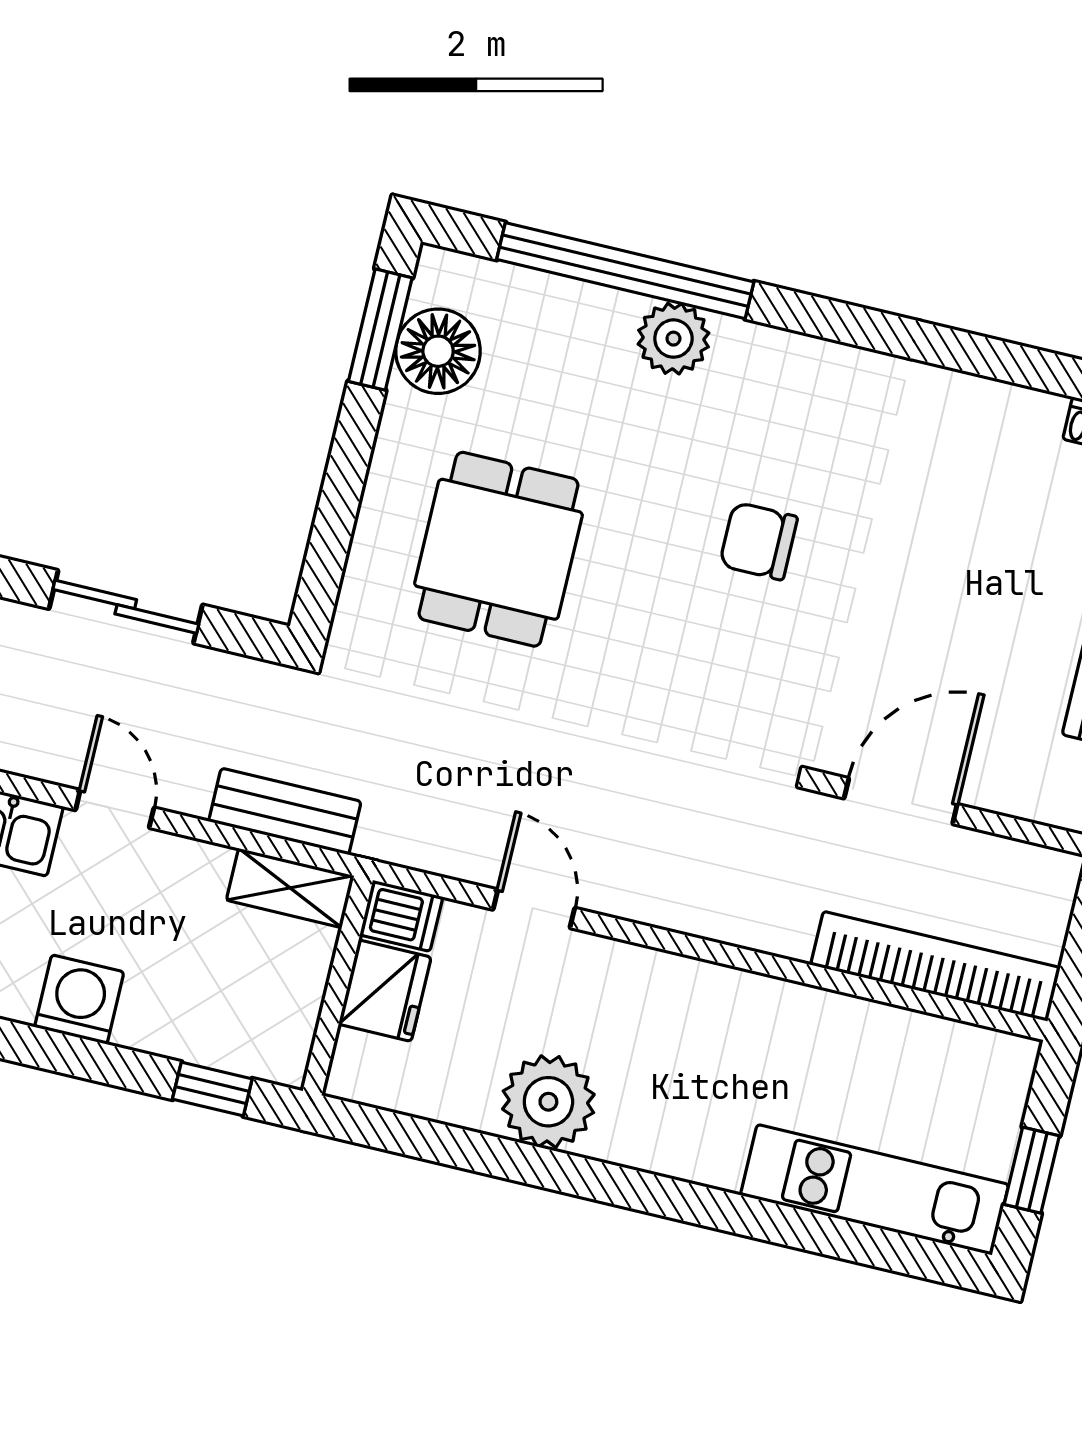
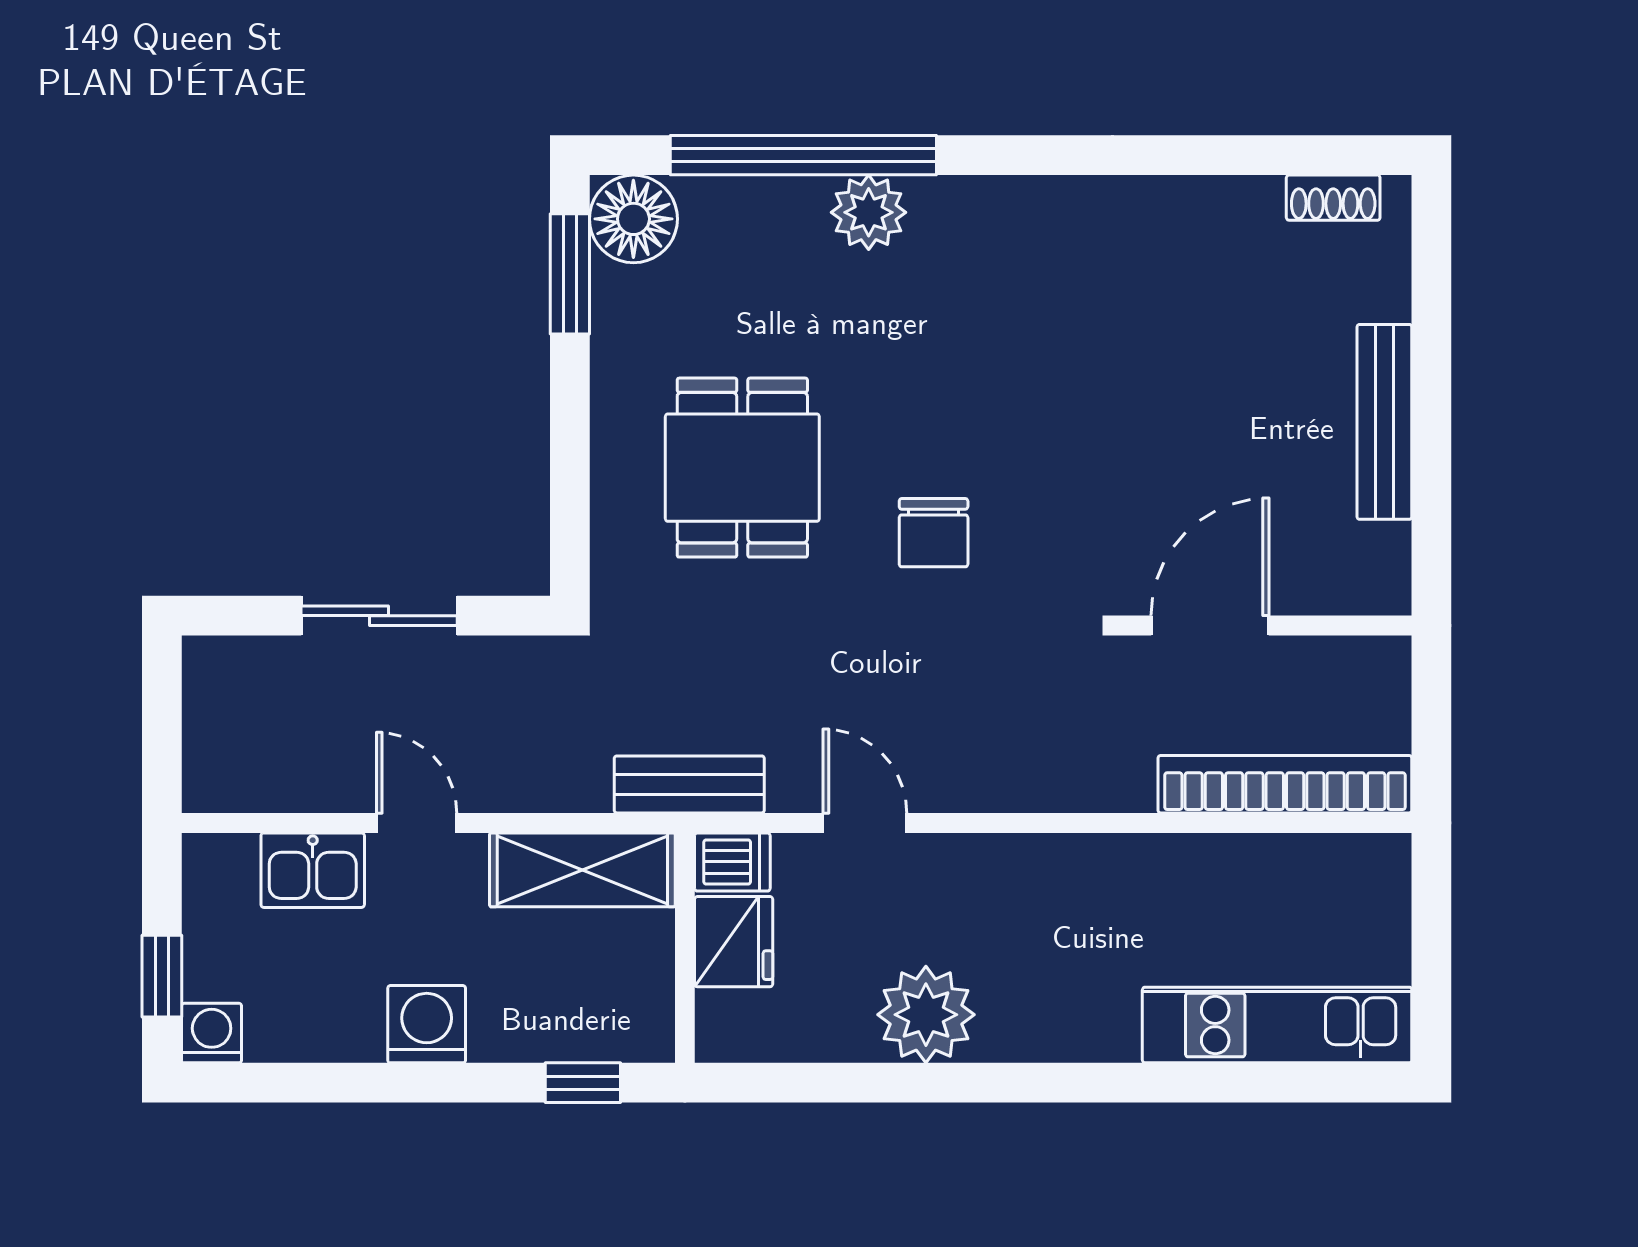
floor lamp: (438, 351) -> (633, 219), moved
chair: (758, 541) -> (934, 533), moved, turned -90
bench: (285, 811) -> (689, 784), moved
shelving: (290, 888) -> (582, 870), width x1.50, depth x1.33
window: (1032, 1170) -> (1431, 967), removed

